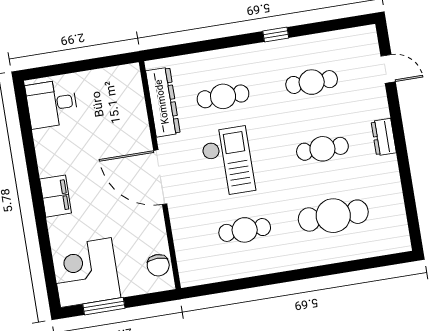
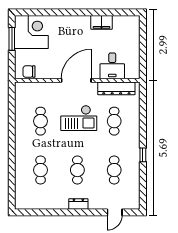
desk: (52, 104) -> (112, 66), moved, turned 180
filing cabinet: (56, 196) -> (101, 22), moved
cafe table: (333, 216) -> (41, 170), width x0.73, depth x0.74

